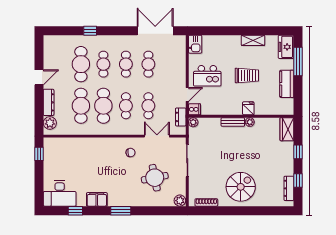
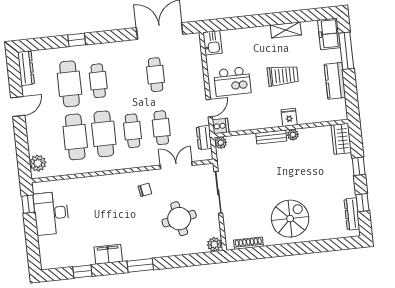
cafe table: (126, 64) -> (127, 78), removed
dresser: (49, 102) -> (26, 68), moved
desk: (60, 193) -> (51, 213), moved, turned 90

